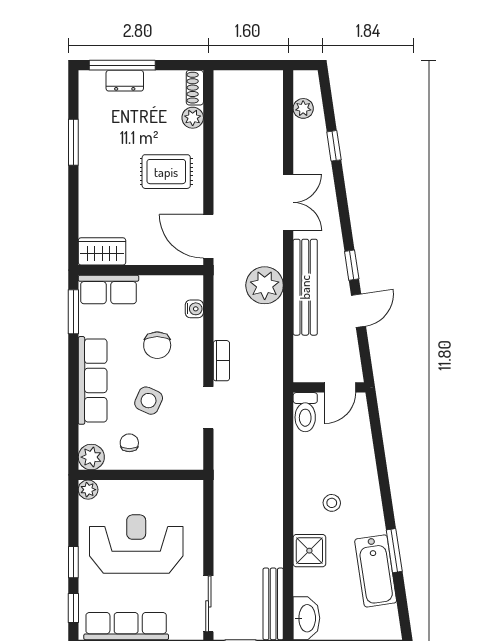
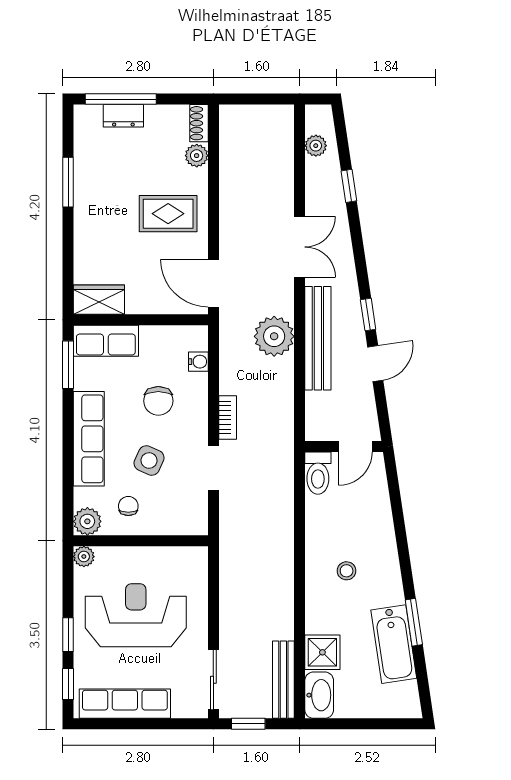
shower: (309, 551) -> (322, 652), moved

